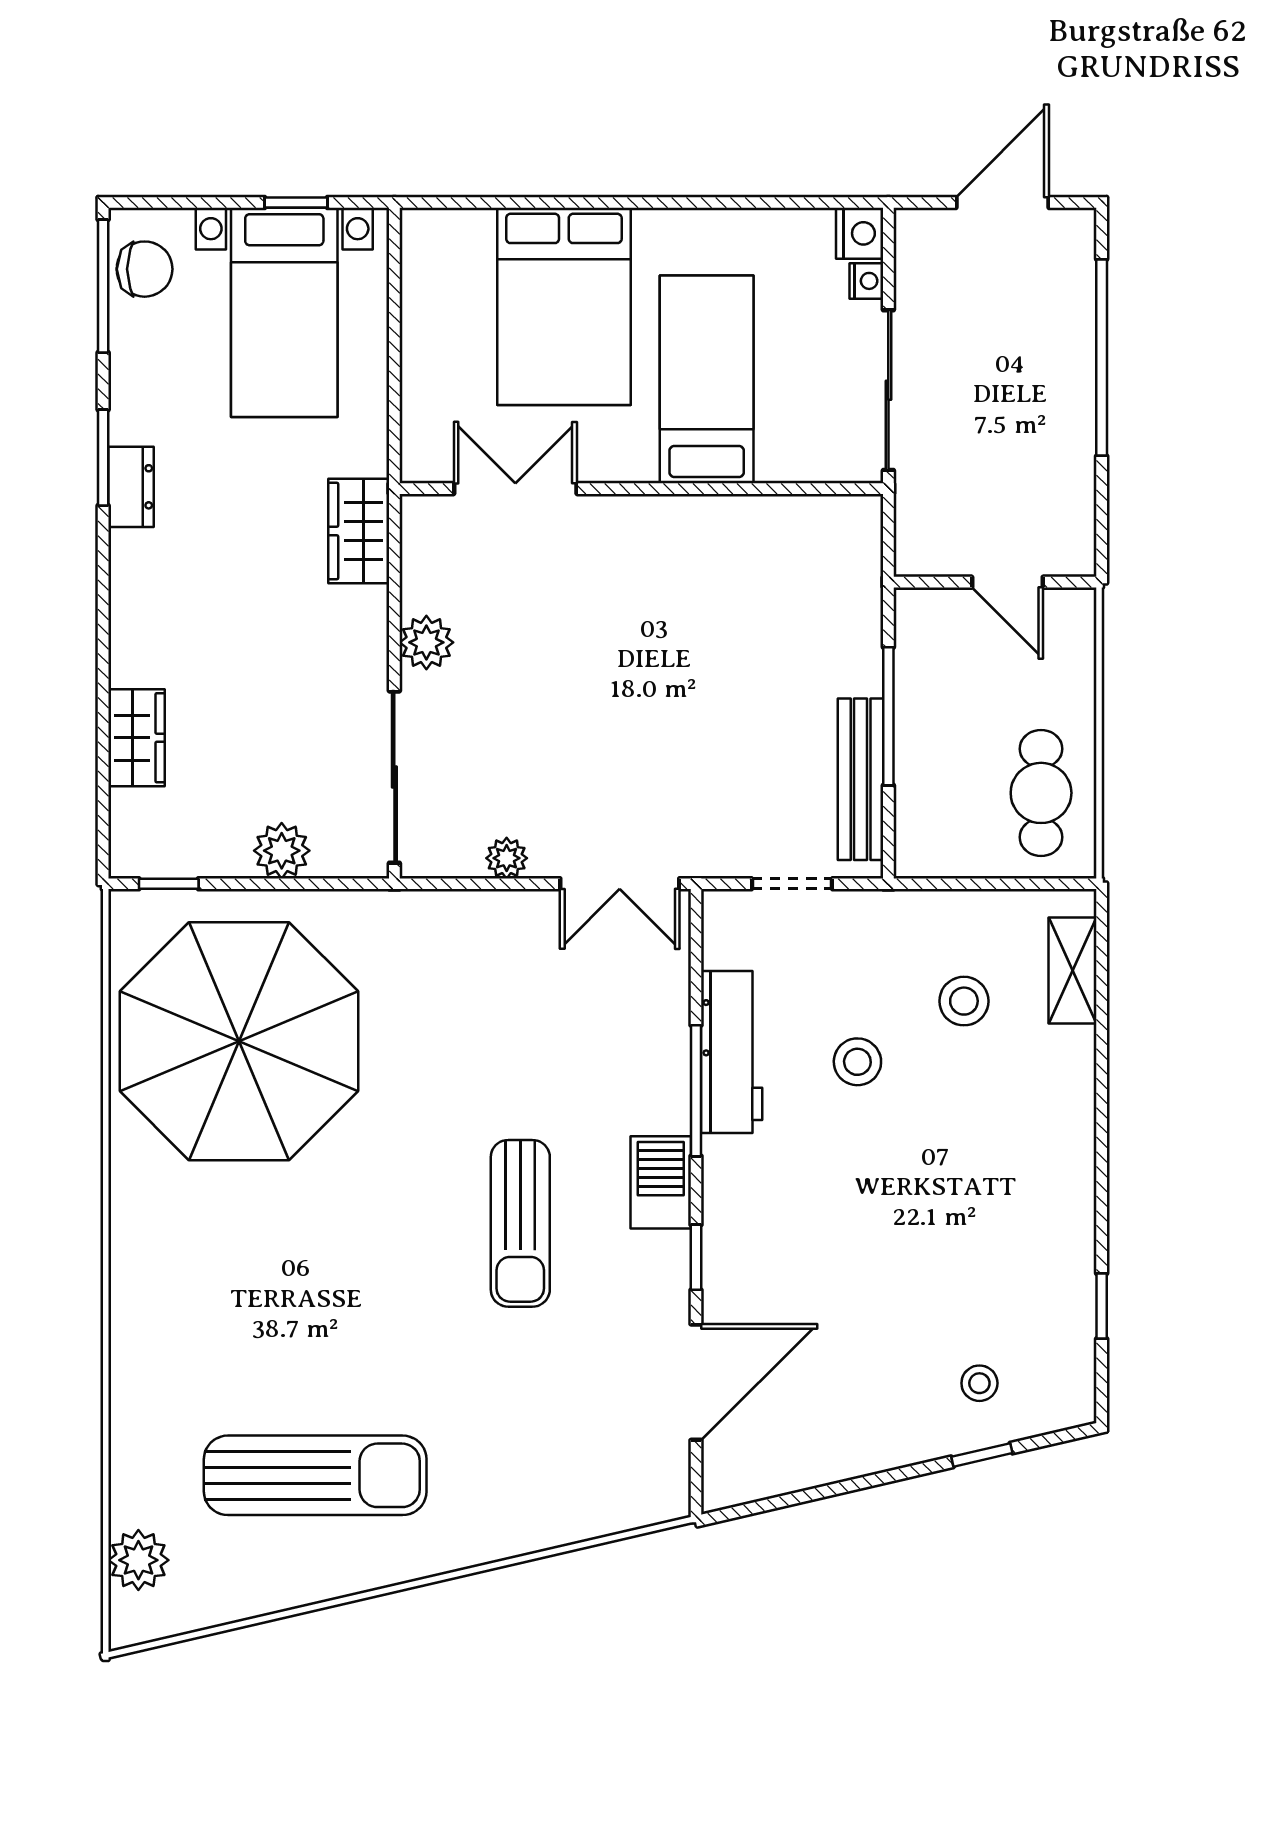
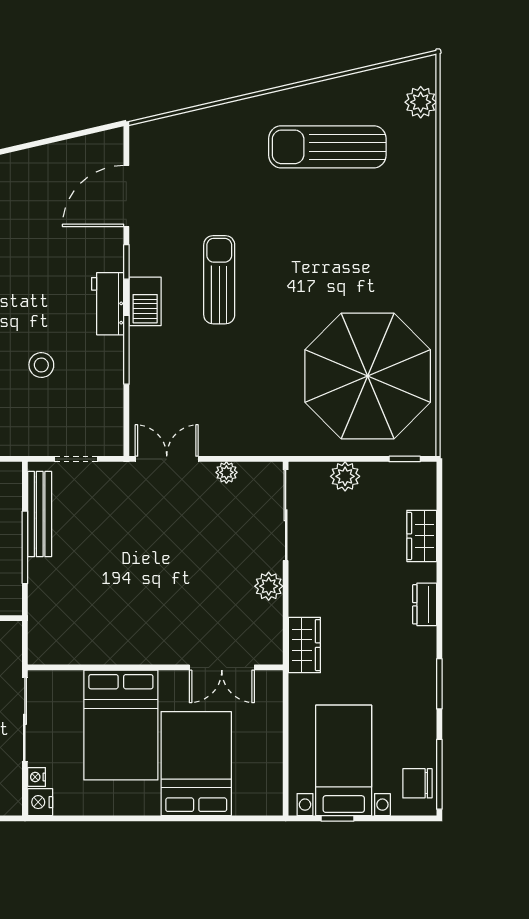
bed: (707, 379) -> (121, 725), width x1.50
dresser: (131, 487) -> (425, 604), moved
workbench: (732, 1052) -> (108, 304), moved, width x0.73

